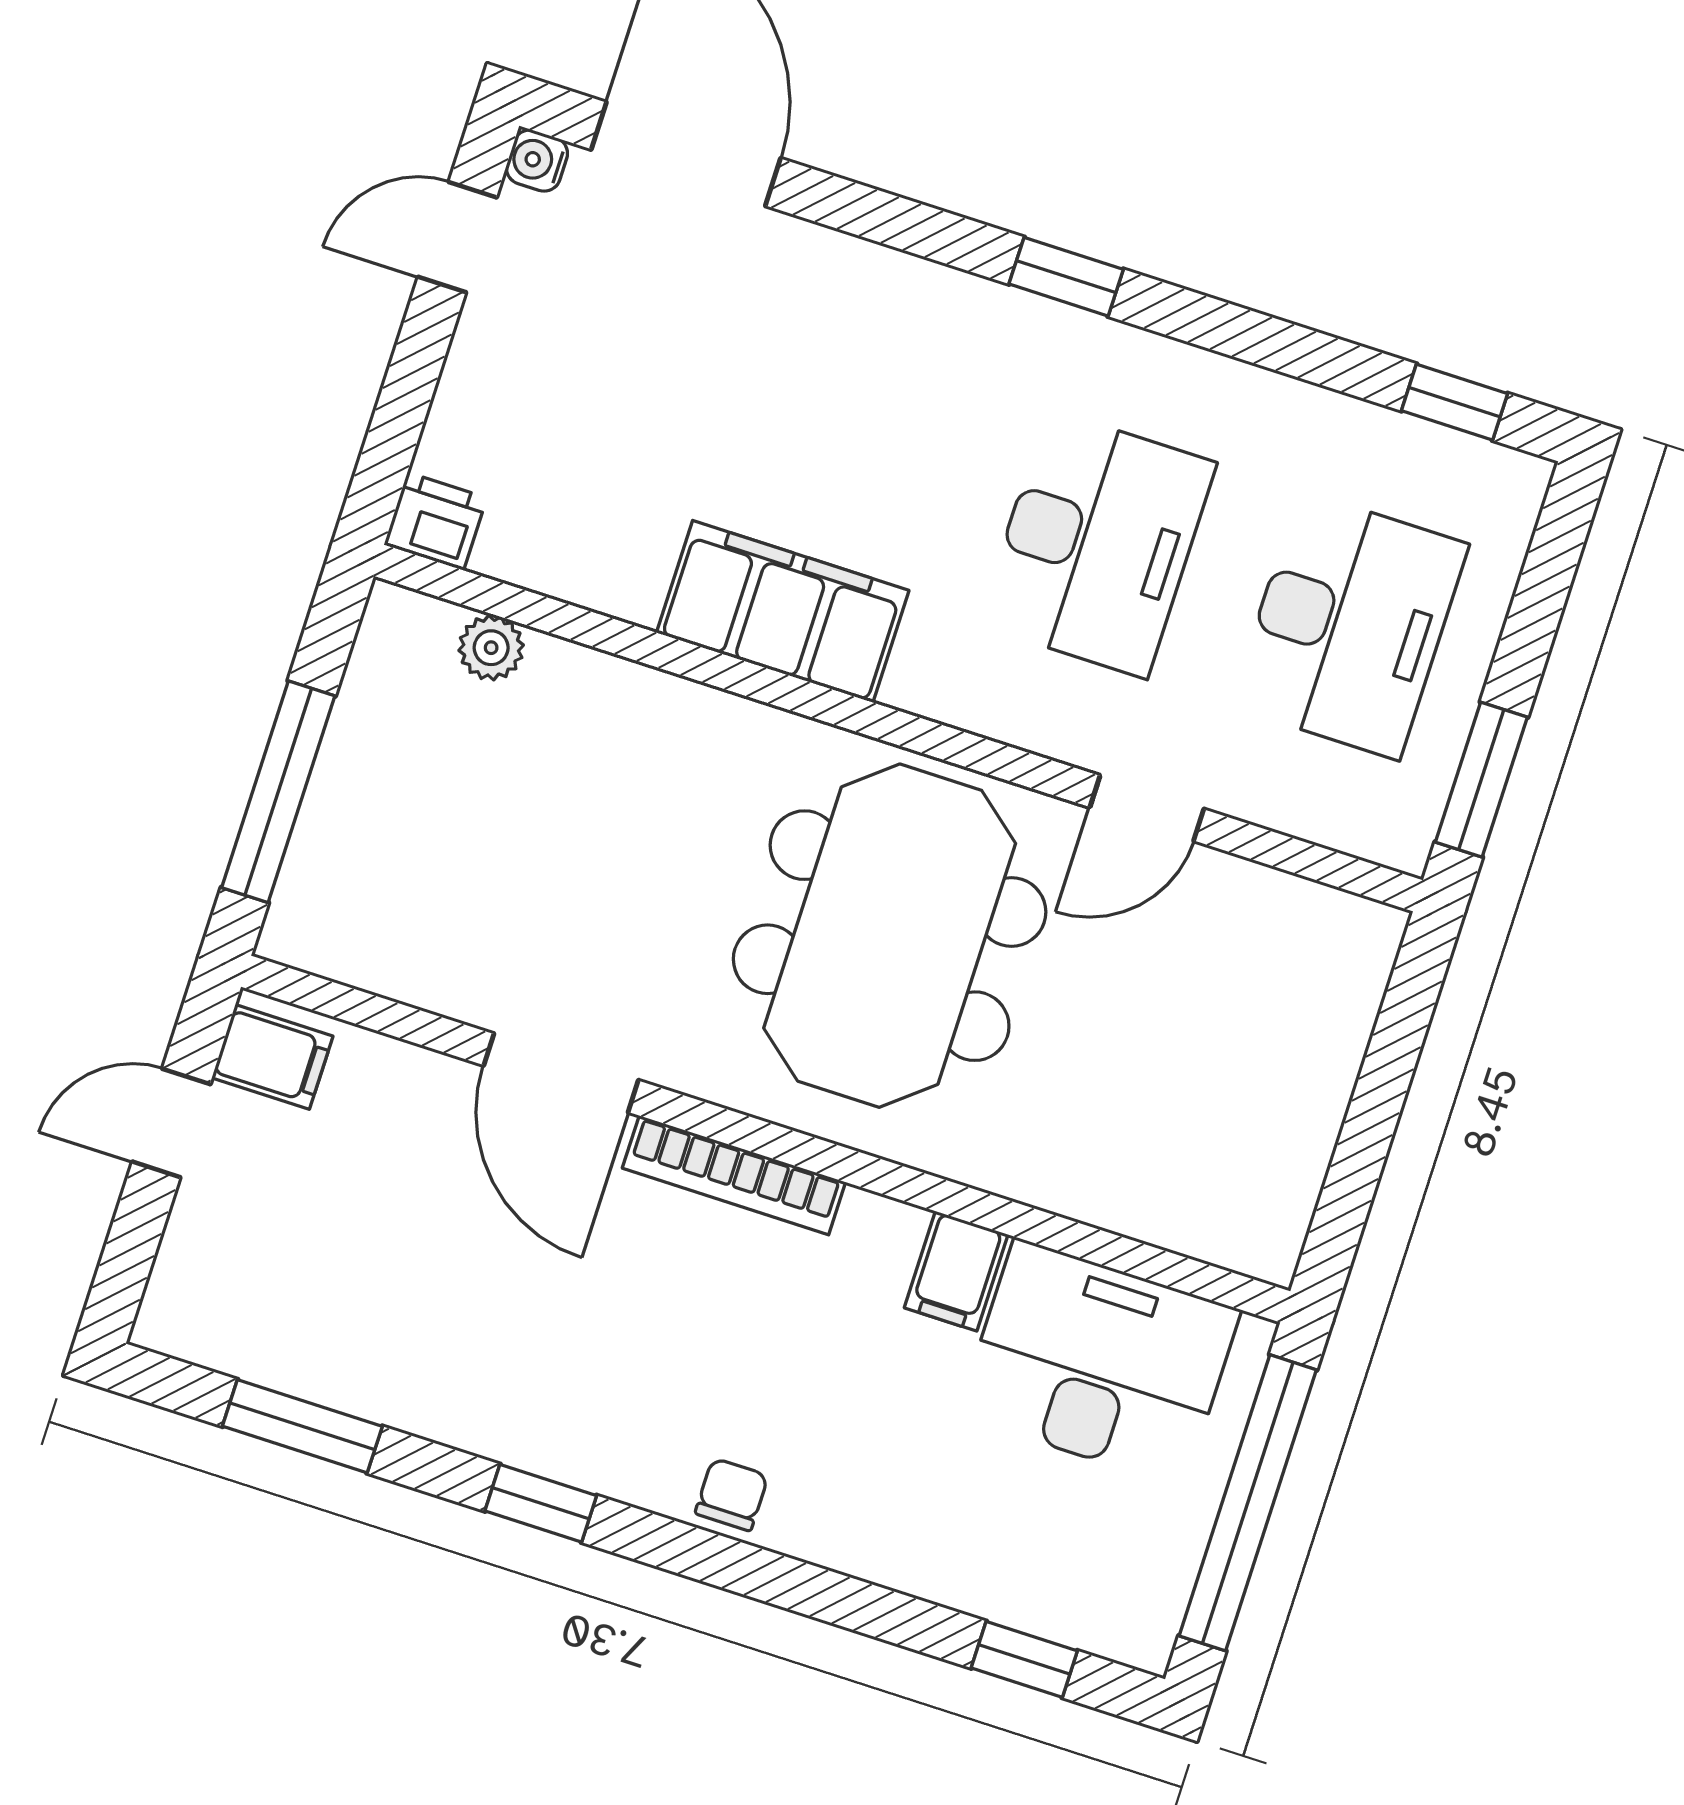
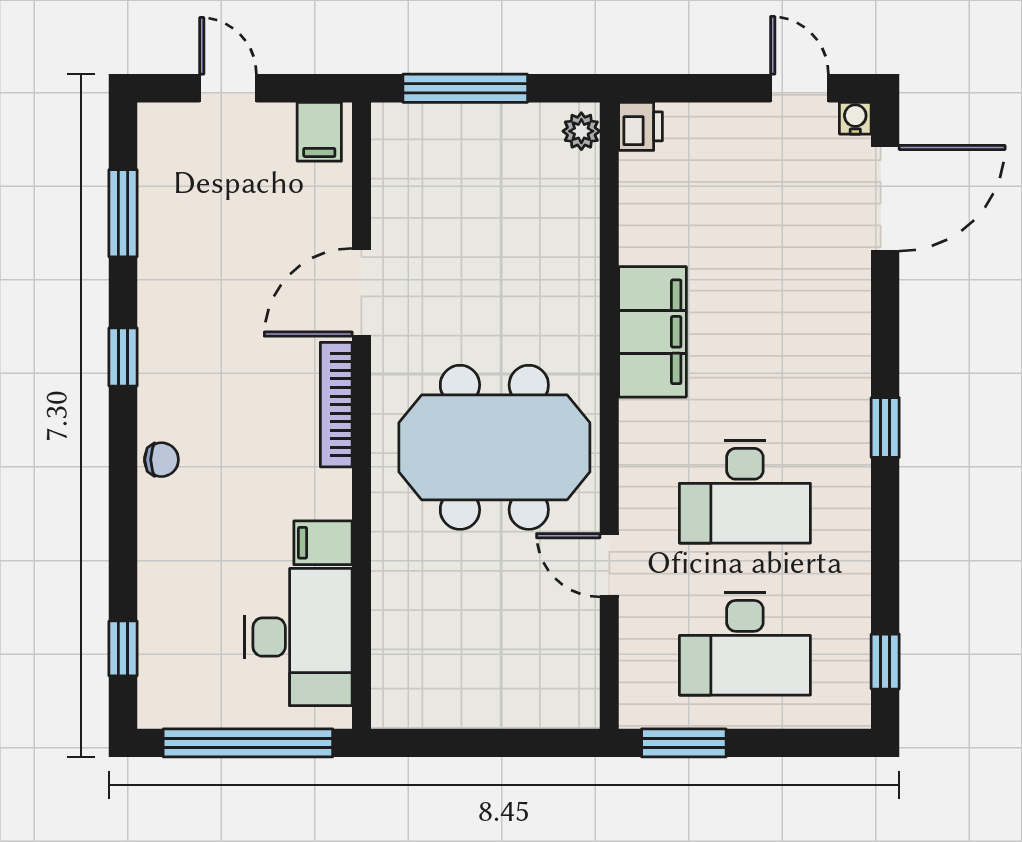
plant: (491, 648) -> (581, 131), moved
door: (171, 1123) -> (228, 88), moved

